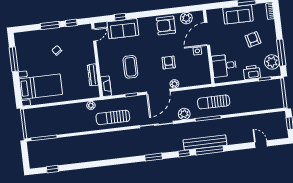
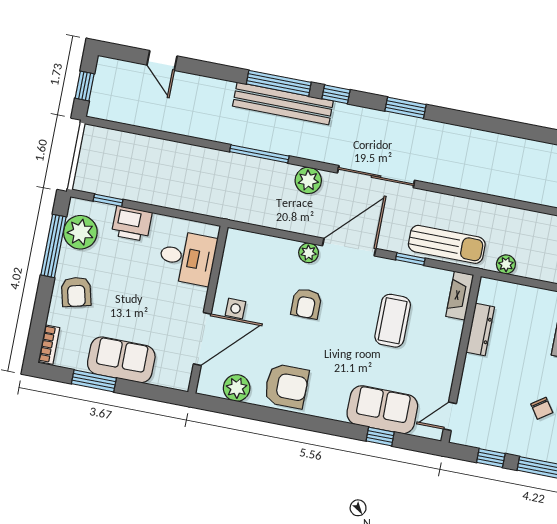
armchair: (253, 39) -> (76, 292), moved
sun lounger: (214, 102) -> (236, 186), removed
sun lounger: (113, 117) -> (447, 244), moved

